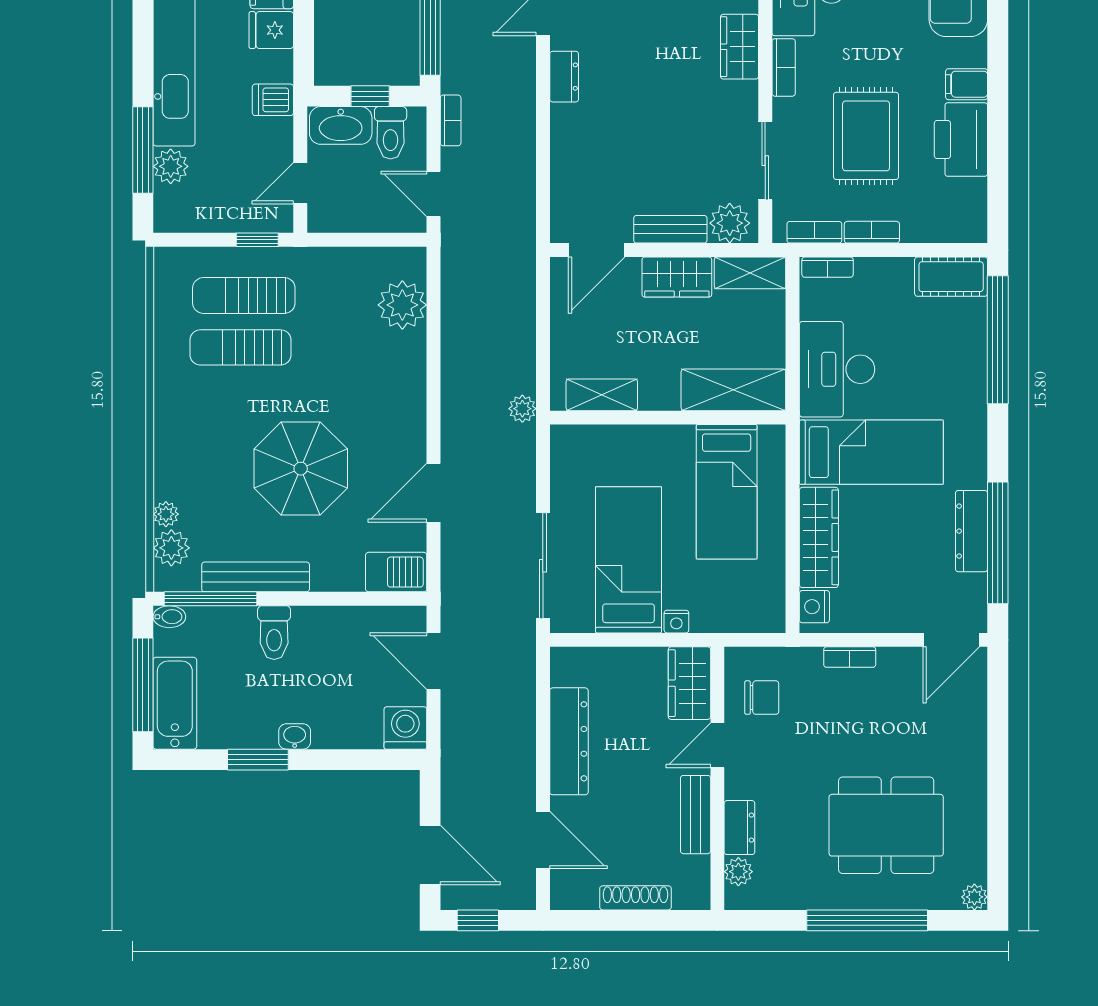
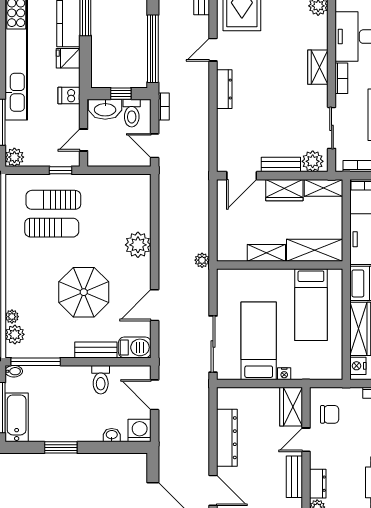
dresser: (564, 77) -> (224, 89), width x1.44
plant: (171, 166) -> (14, 157), moved
plant: (402, 305) -> (138, 245), moved
sun lounger: (241, 347) -> (52, 228), turned 180
shelving: (602, 395) -> (266, 253), moved
bench: (256, 577) -> (96, 350), moved, width x0.73
toilet: (274, 633) -> (101, 380), moved
washbasin: (295, 736) -> (112, 435), moved

